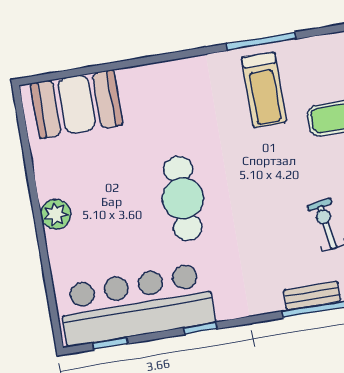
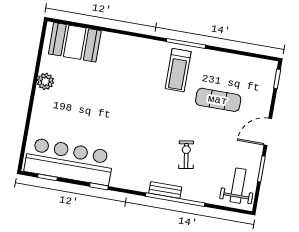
cafe table: (183, 198) -> (114, 113), removed
plant: (56, 214) -> (45, 81), moved

